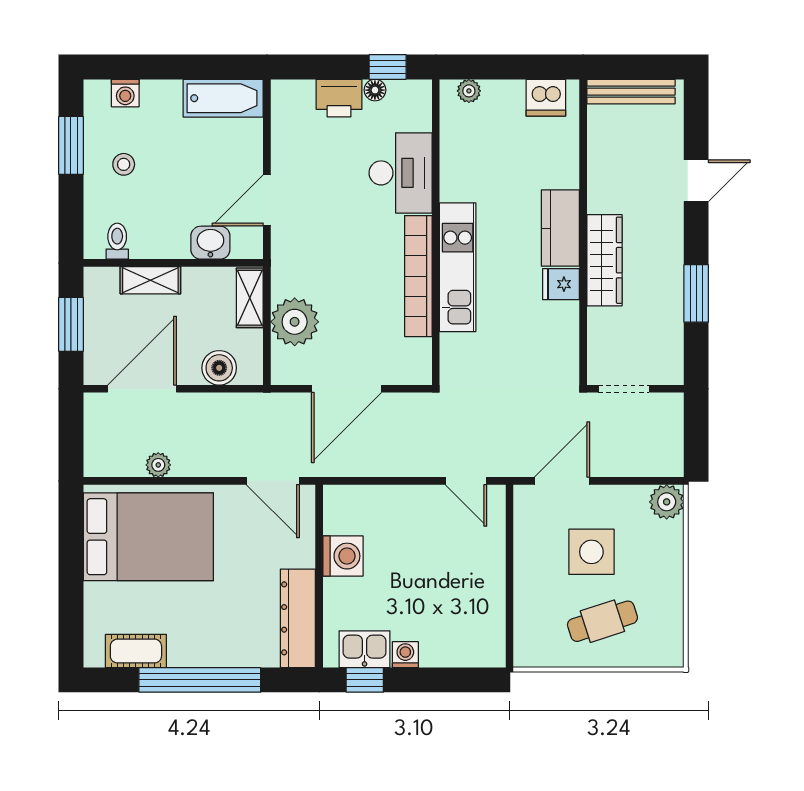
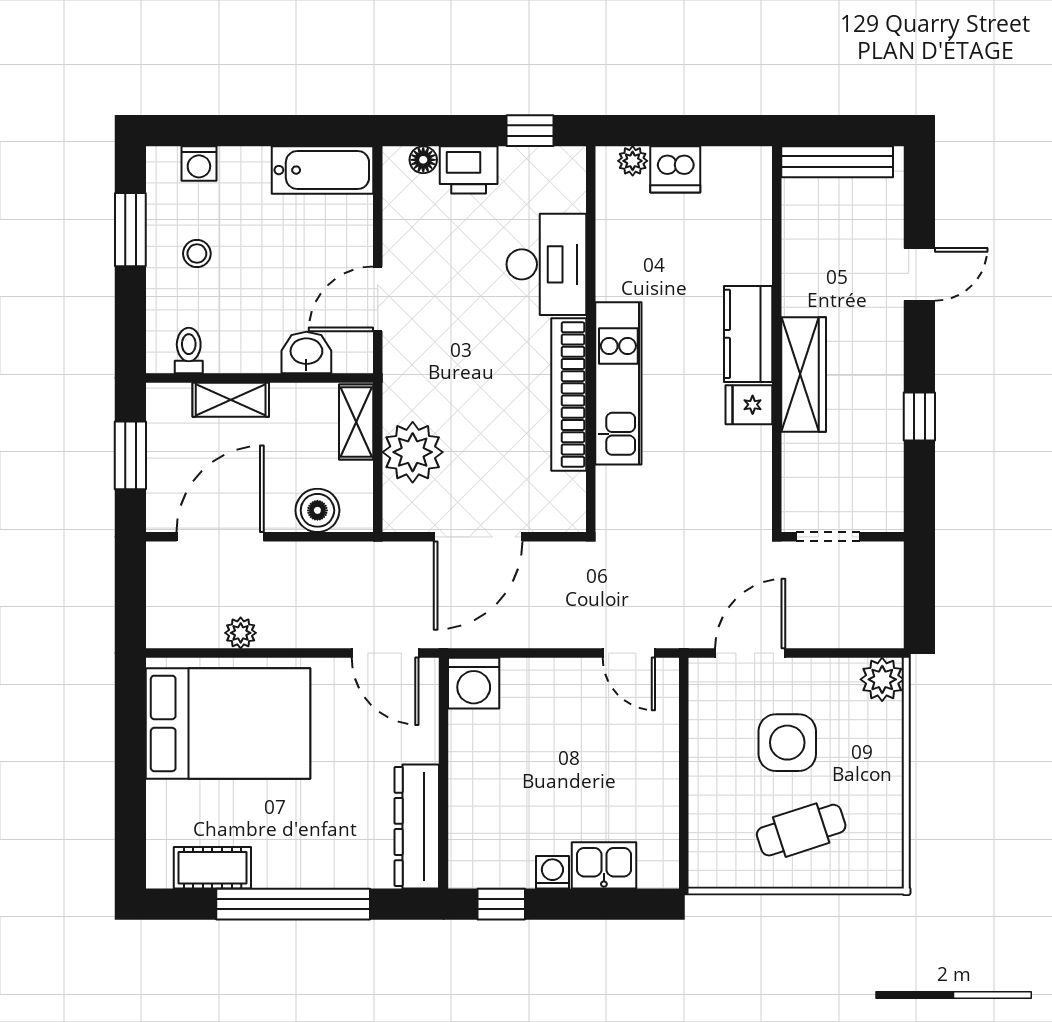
floor lamp: (375, 90) -> (423, 160), moved
dishwasher: (546, 98) -> (675, 169), moved
window: (696, 293) -> (919, 416), width x0.67
washing machine: (343, 556) -> (474, 683), moved, turned 90
kitchen sink: (365, 649) -> (604, 865), moved

